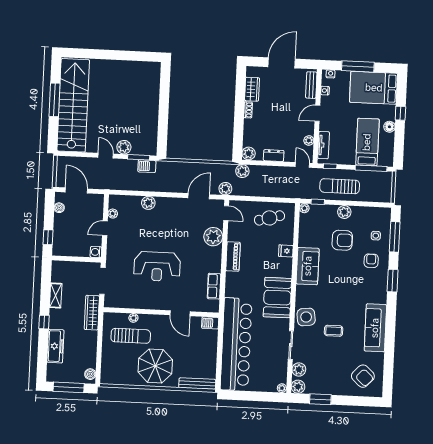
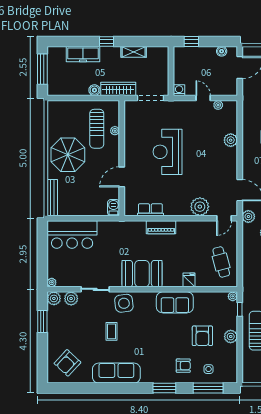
piano: (233, 257) -> (161, 227), moved
bar counter: (236, 344) -> (72, 235), width x0.54
boiler: (90, 374) -> (94, 90), moved

